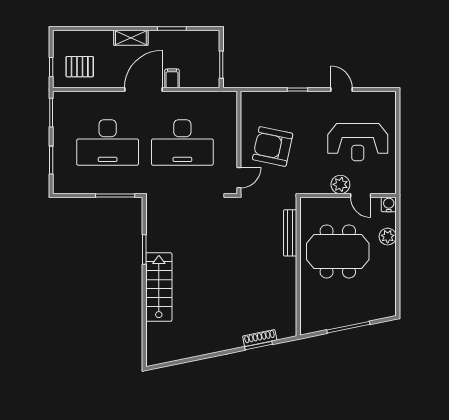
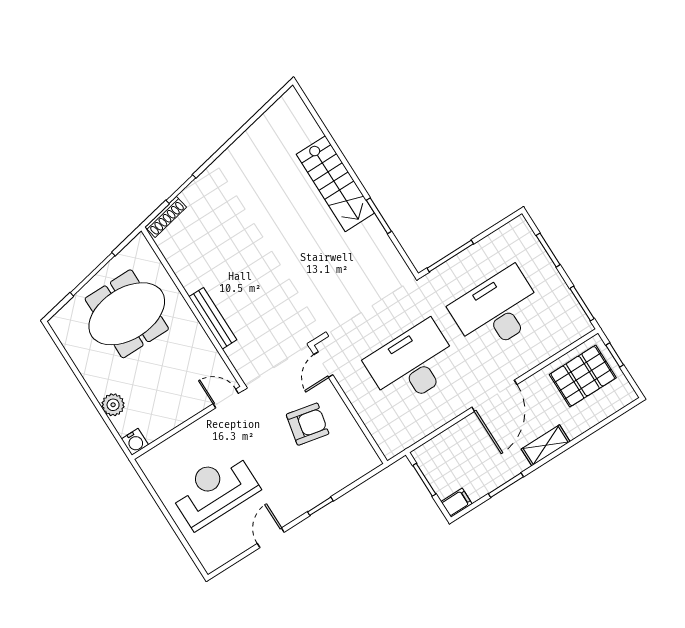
pallet: (80, 67) -> (583, 376), width x1.50, depth x1.42
filing cabinet: (172, 78) -> (456, 503), moved, turned -90
door: (341, 89) -> (271, 538), swing flipped
armchair: (273, 146) -> (308, 424), width x0.73, depth x0.73
plant: (340, 184) -> (204, 430), removed
door: (361, 195) -> (226, 399), moved
bench: (290, 233) -> (213, 318), moved
meeting table: (338, 251) -> (127, 314), moved
shoe rack: (260, 338) -> (166, 217), moved

